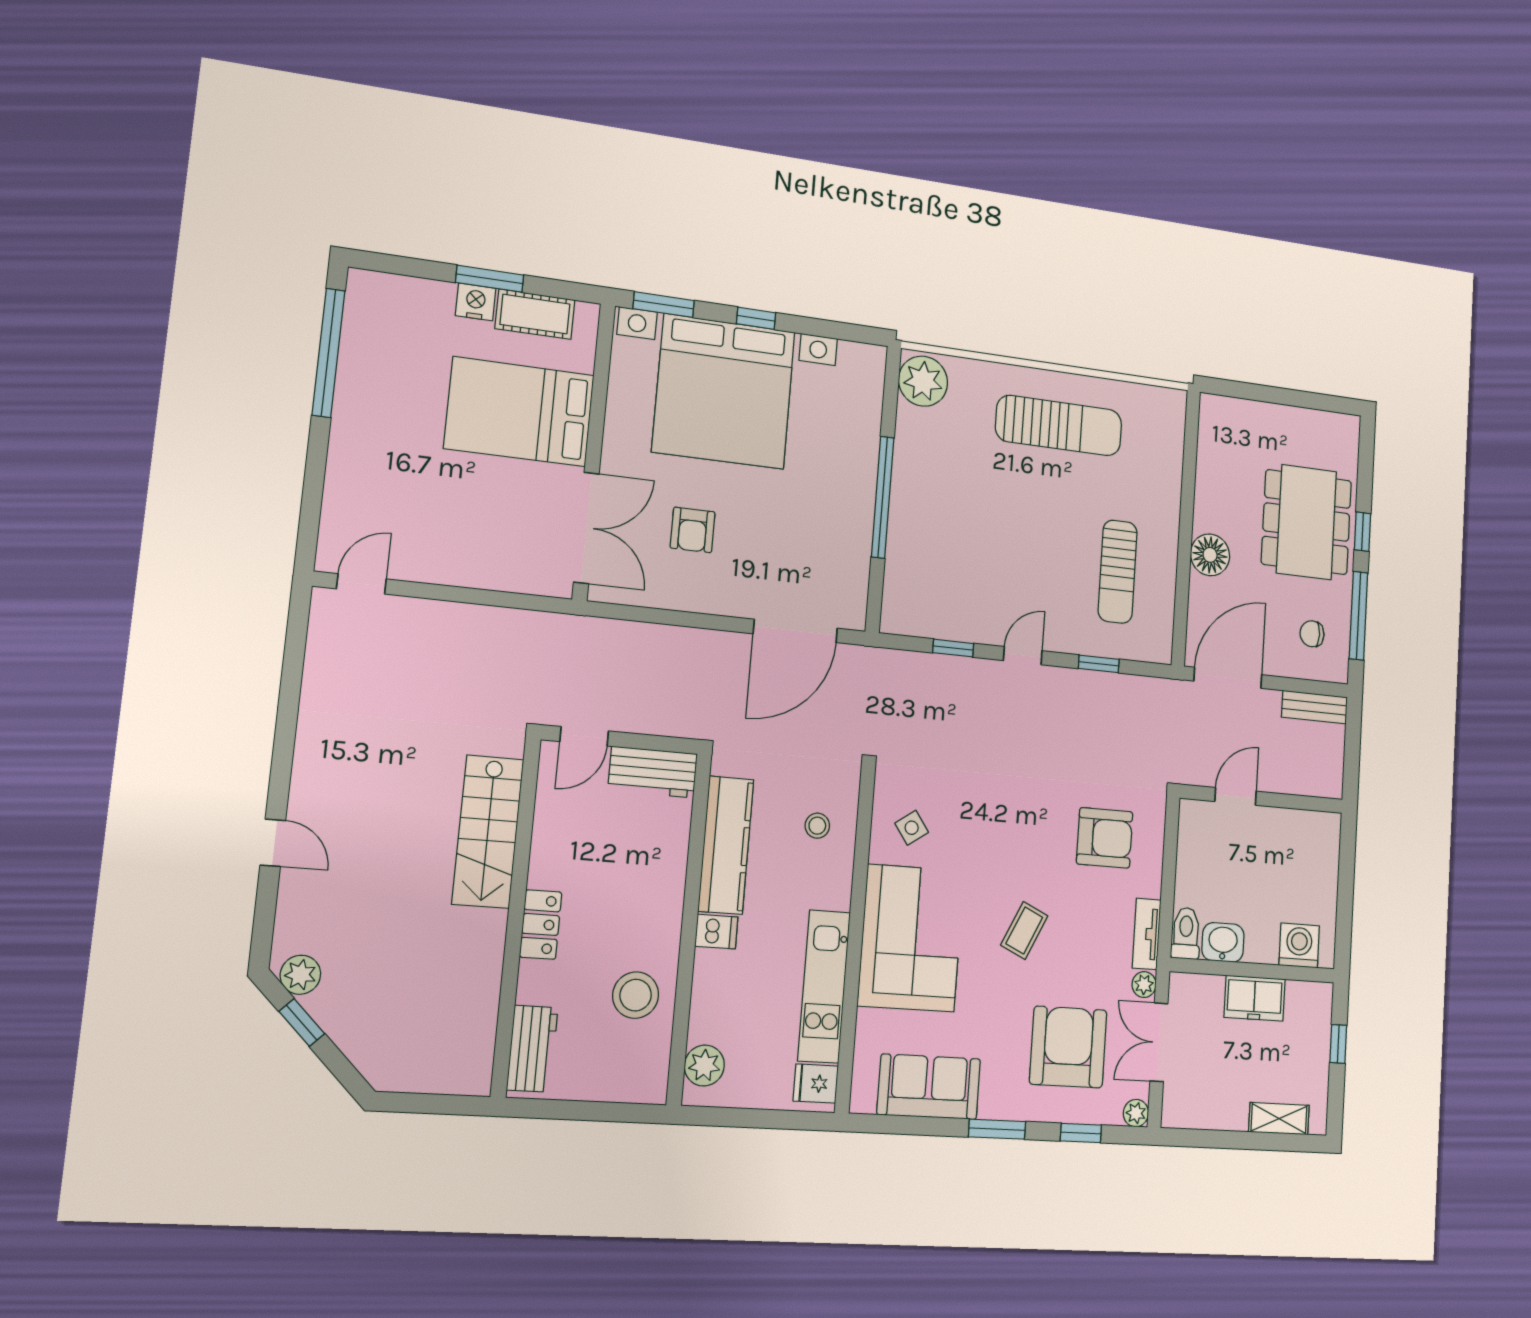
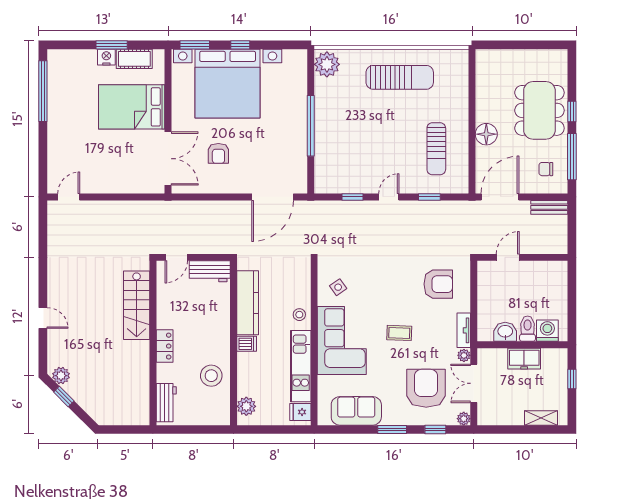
stool: (817, 826) -> (299, 315), moved
coffee table: (1024, 931) -> (399, 333), turned 67
toilet: (1186, 933) -> (528, 329), moved

